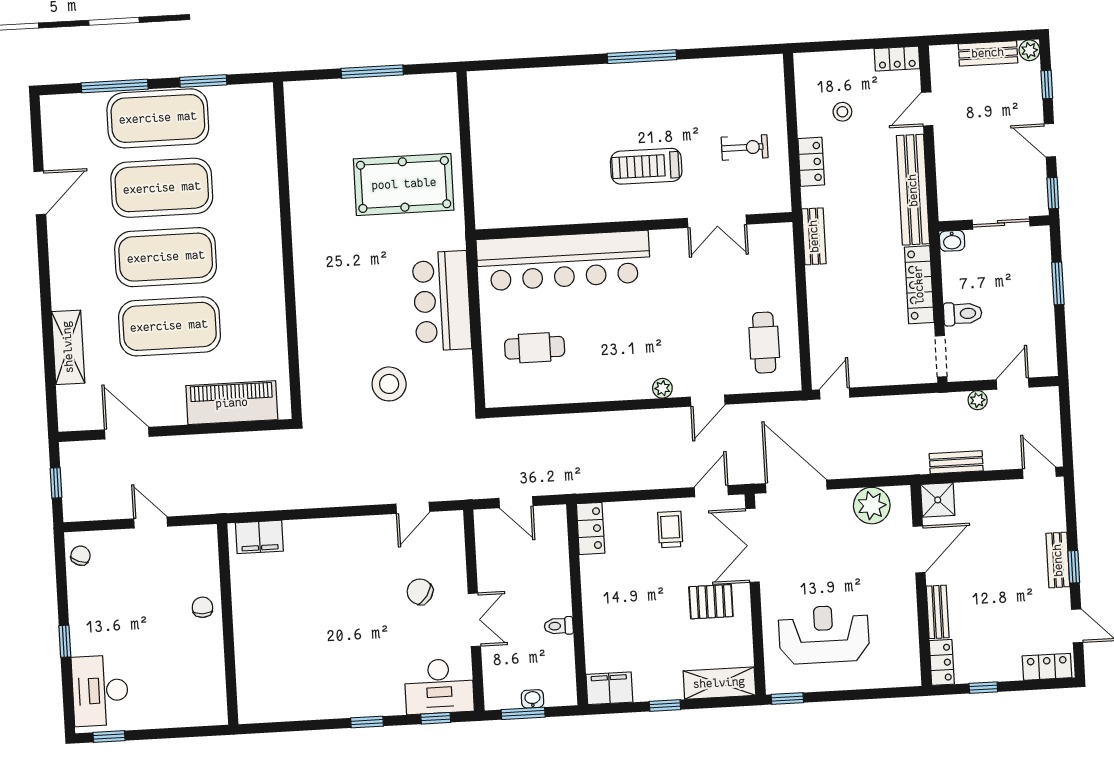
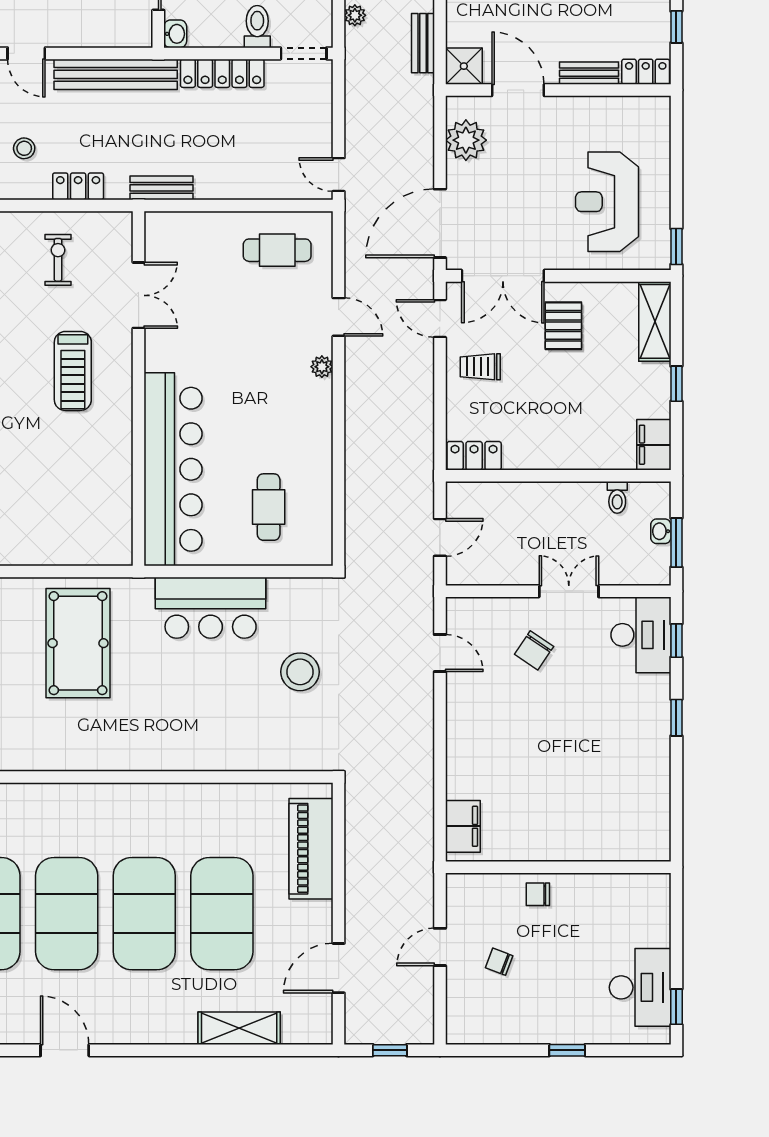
chair: (81, 556) -> (499, 962), moved
toilet: (559, 626) -> (617, 497), moved
desk: (100, 691) -> (640, 987), moved, turned -90

